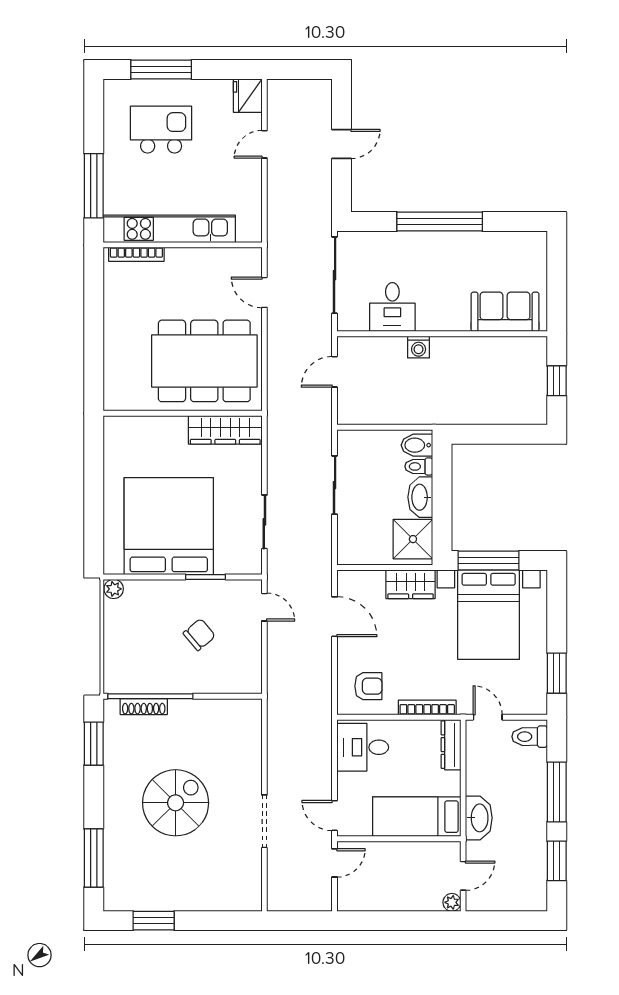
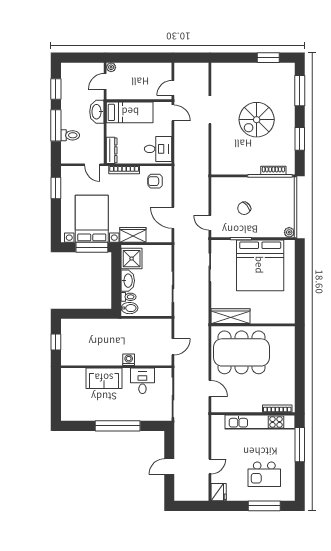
sofa: (505, 312) -> (104, 378), moved
toilet: (530, 737) -> (70, 135), moved
window: (94, 744) -> (300, 139), moved

